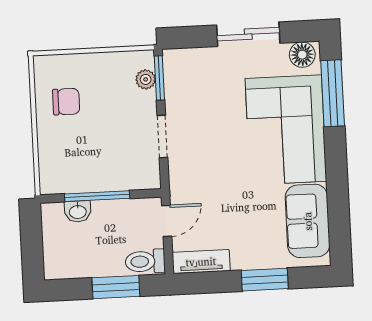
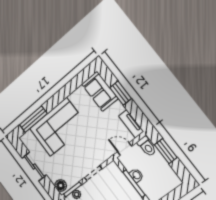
floor lamp: (302, 55) -> (61, 186), moved
washbasin: (78, 211) -> (136, 175), moved
sofa: (308, 221) -> (100, 91), moved, turned 90

